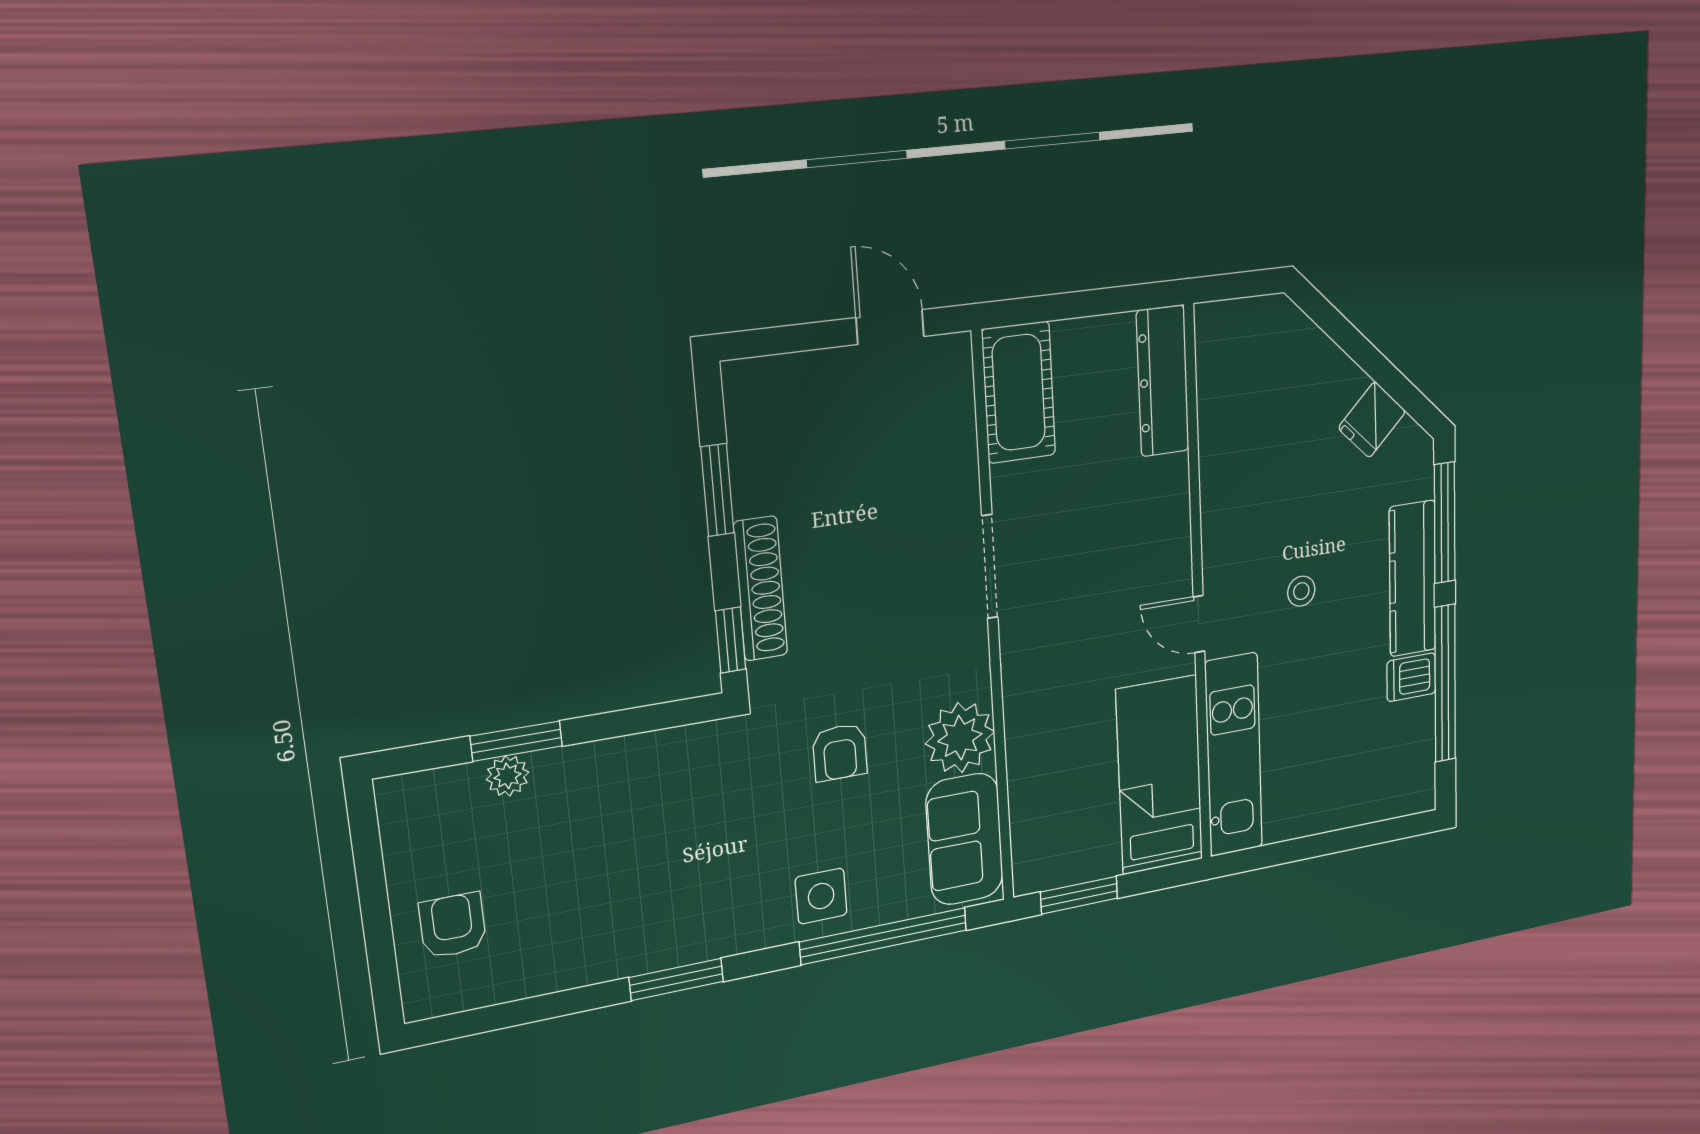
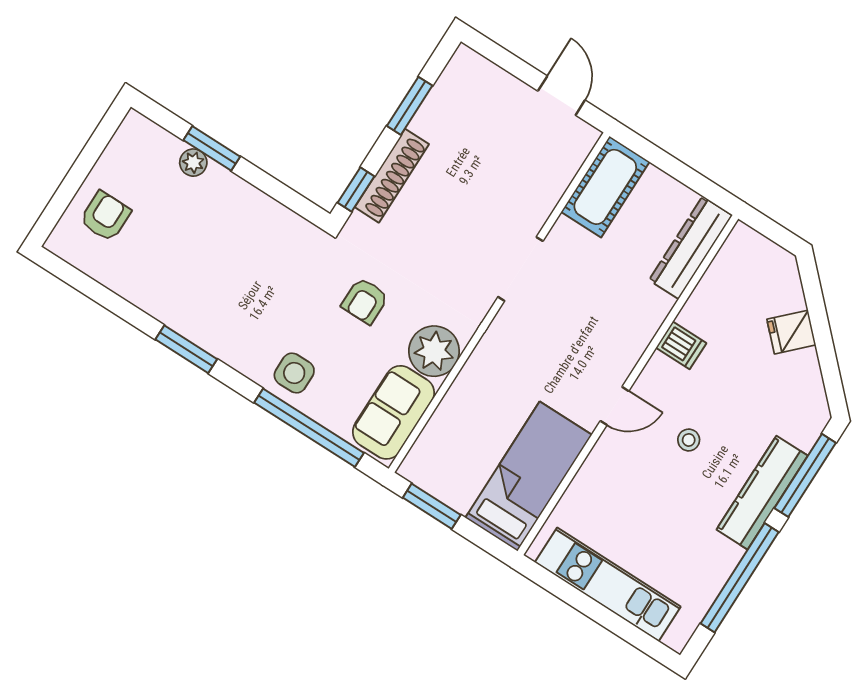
fridge: (1372, 420) -> (791, 332), moved
door: (1199, 624) -> (615, 406), swing flipped
dishwasher: (1411, 677) -> (681, 345), moved, turned 180
kitchen unit: (1234, 755) -> (608, 584), moved, turned -90

